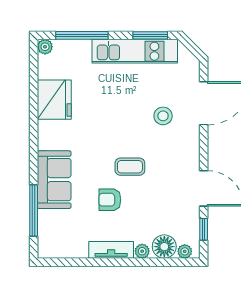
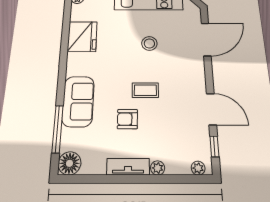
stool: (163, 116) -> (149, 43), moved
floor lamp: (164, 247) -> (69, 163), moved

